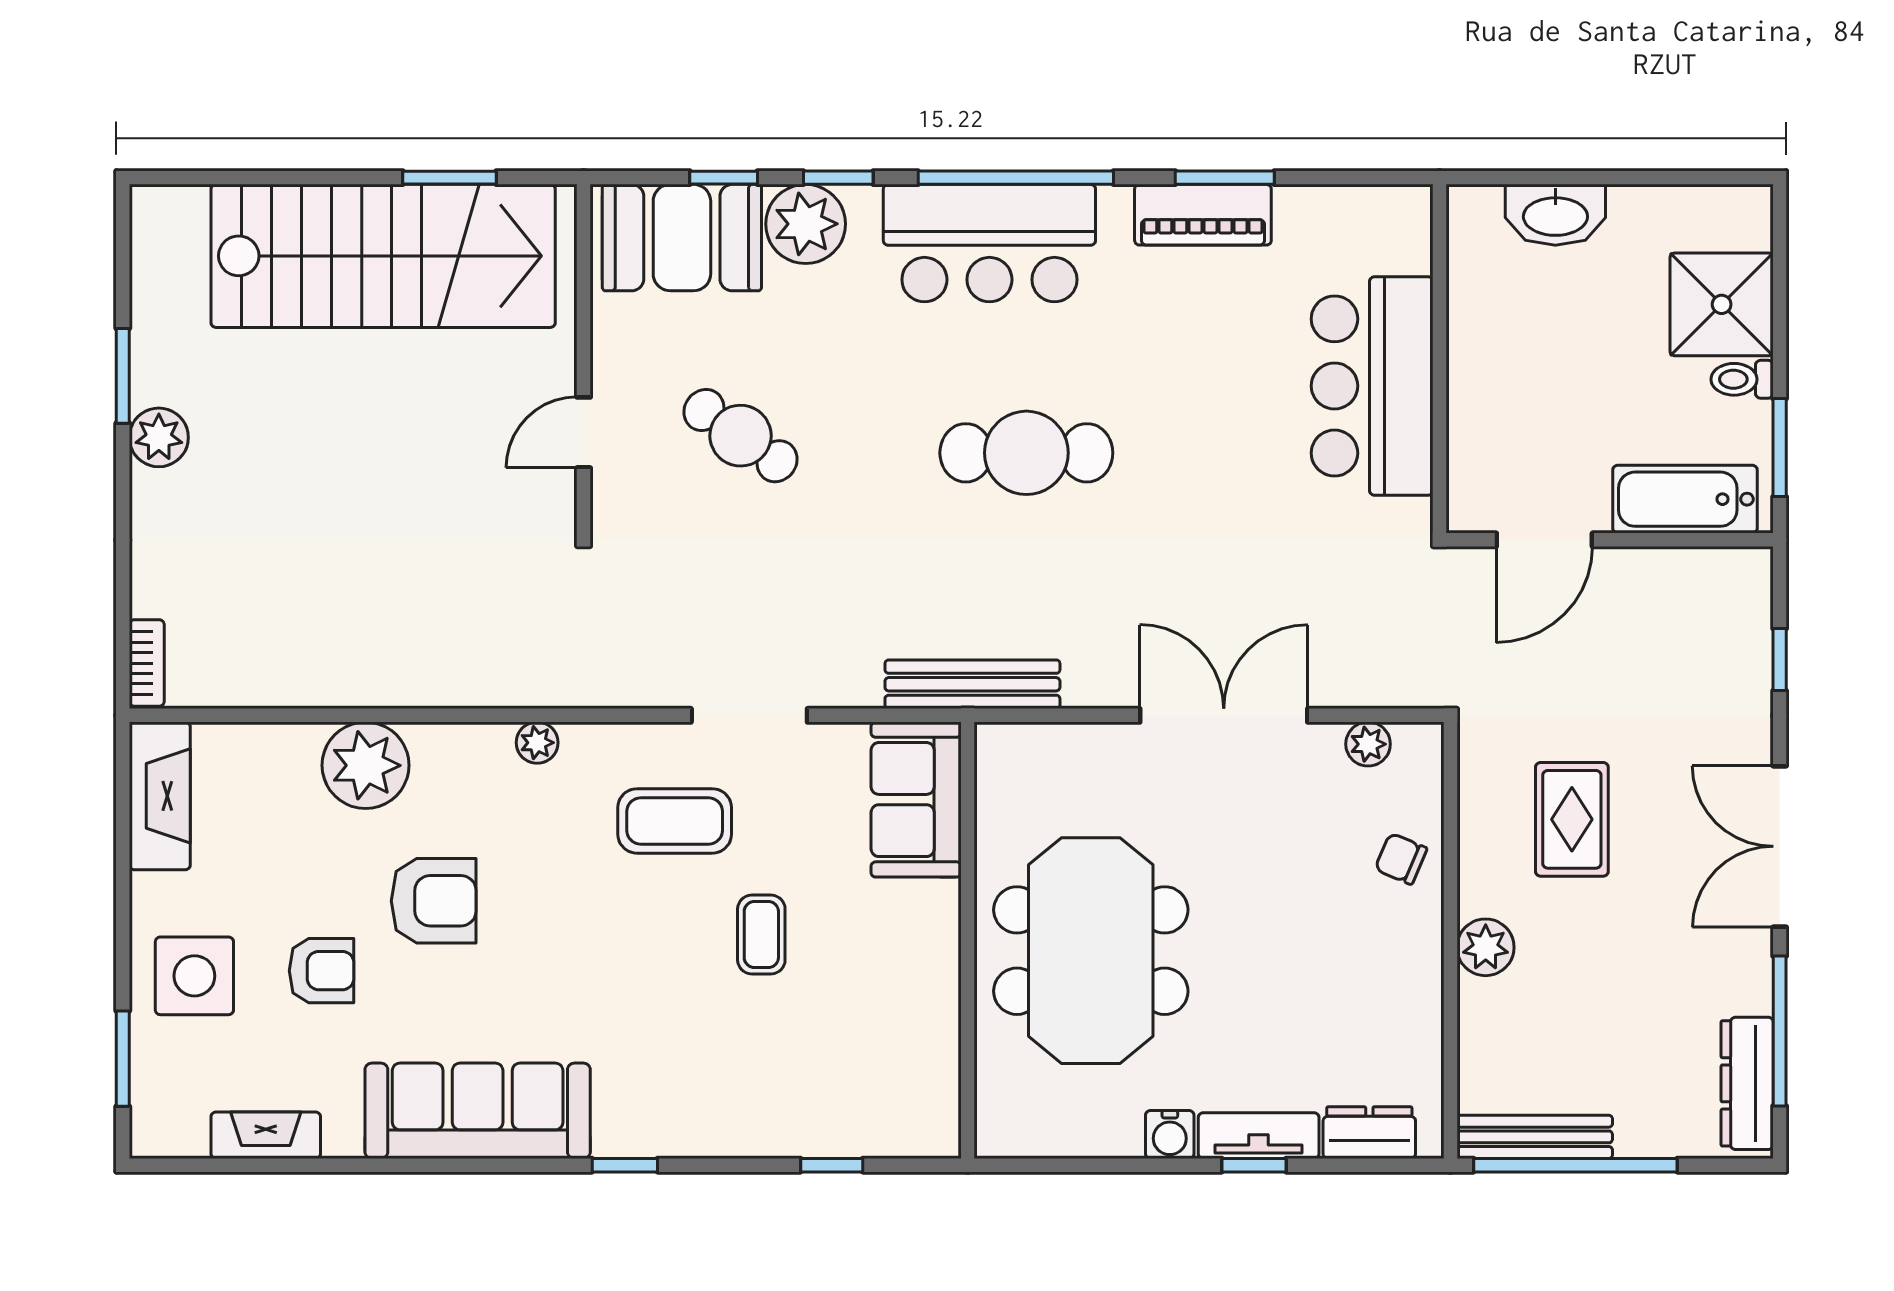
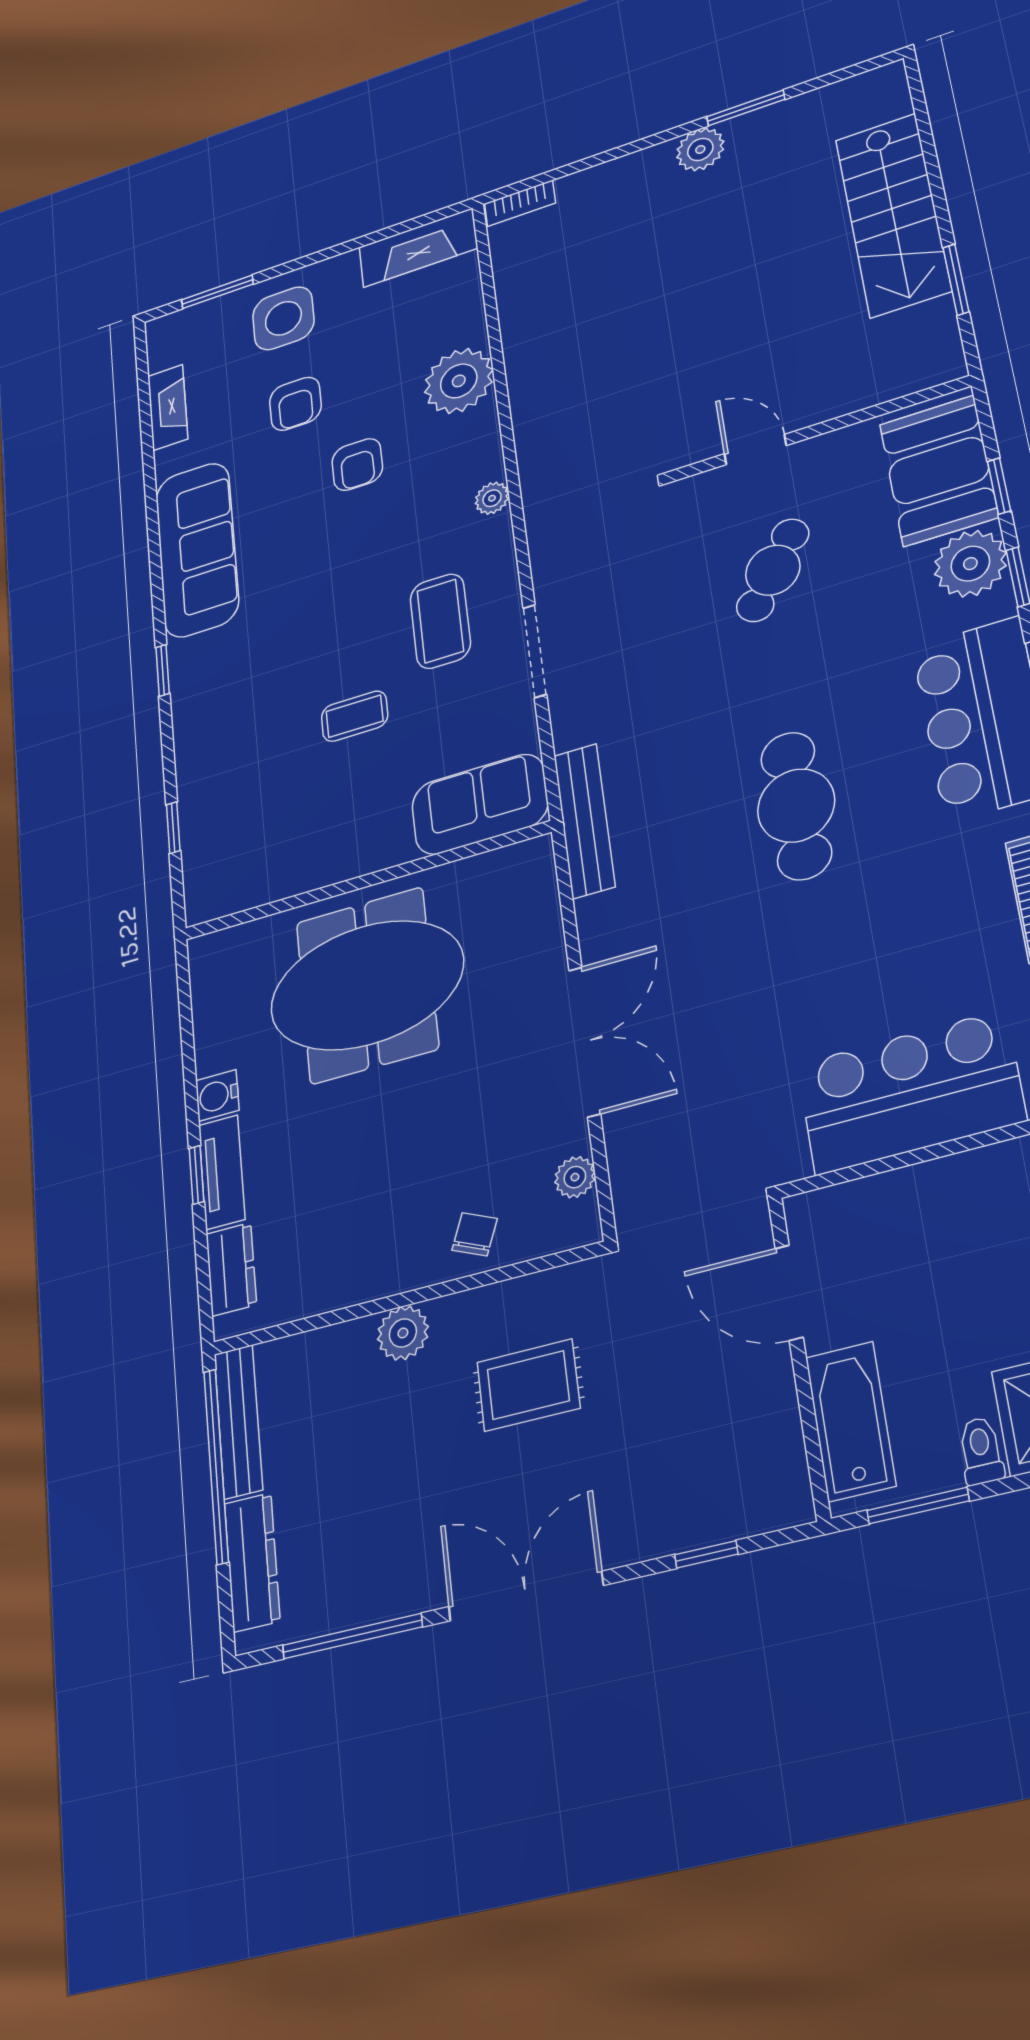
stairs: (383, 256) -> (893, 215), width x0.73, depth x0.66
armchair: (434, 901) -> (357, 465), width x0.72, depth x0.72
dresser: (1747, 1083) -> (252, 1562), moved, turned 90

